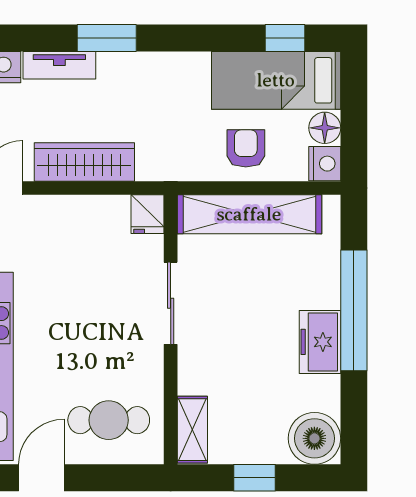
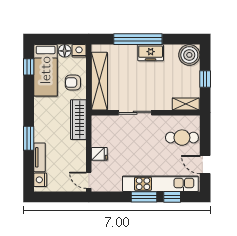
wardrobe: (84, 162) -> (78, 120), moved
fridge: (148, 214) -> (99, 154), moved
cafe table: (109, 420) -> (182, 138), turned 90

